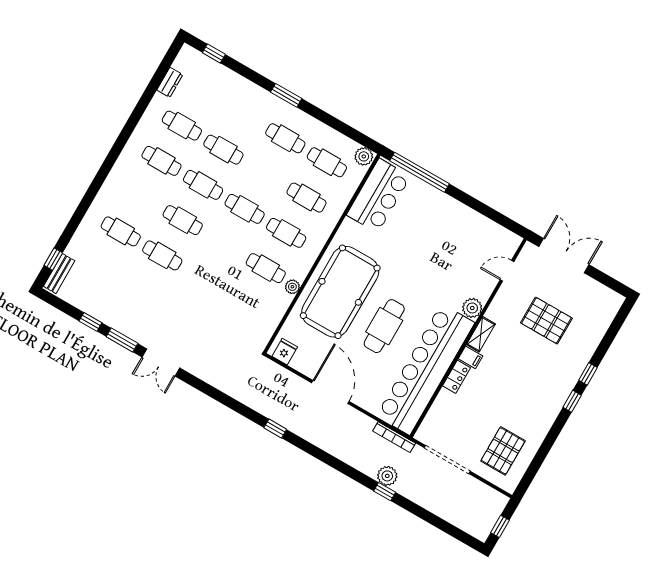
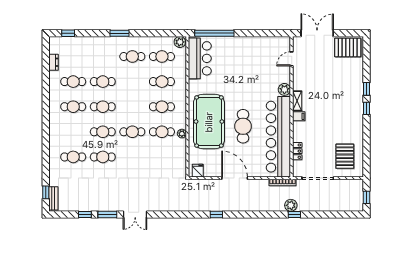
cafe table: (245, 209) -> (132, 132), moved
pallet: (546, 320) -> (348, 47), moved
locker: (457, 377) -> (297, 151), moved

